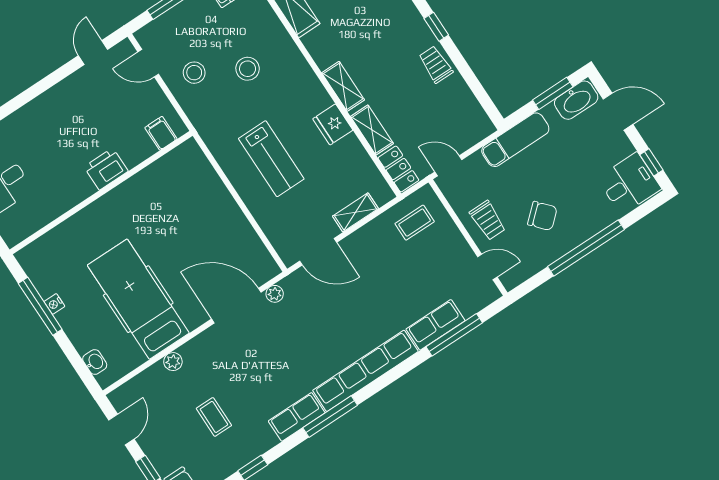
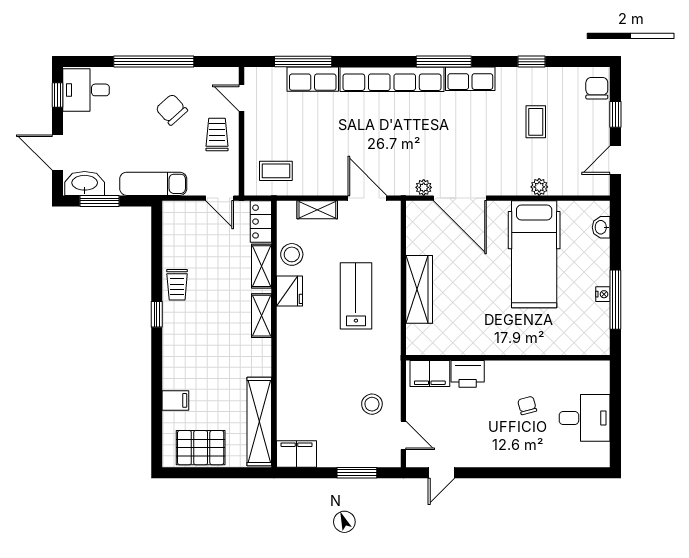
stool: (248, 69) -> (292, 254), moved
filing cabinet: (161, 133) -> (430, 373), width x2.00
chair: (56, 162) -> (527, 405), added
printer: (106, 169) -> (468, 374), moved
wardrobe: (219, 201) -> (419, 289), added

